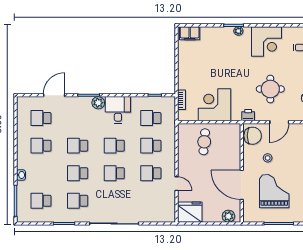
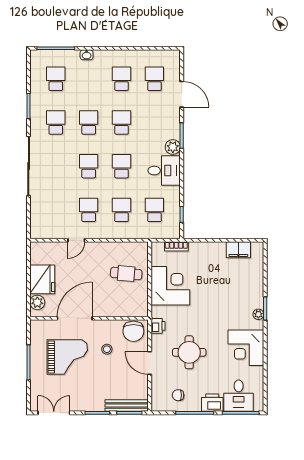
filing cabinet: (190, 33) -> (238, 250), moved, turned -90
fridge: (190, 212) -> (42, 279), moved

